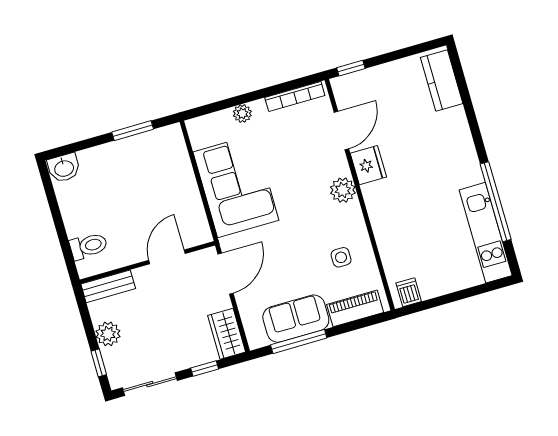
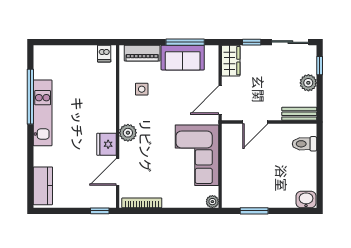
plant: (242, 113) -> (212, 202), moved
kitchen unit: (486, 233) -> (43, 113), moved

